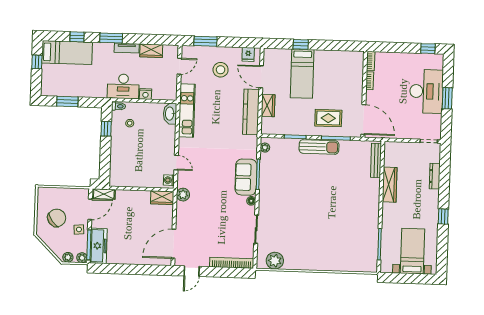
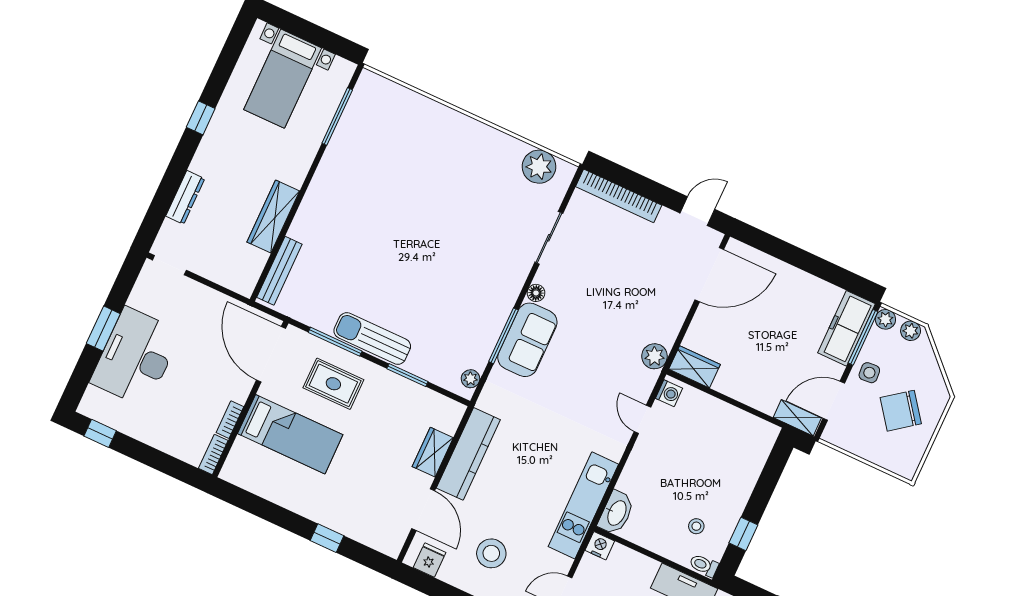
bed: (302, 74) -> (290, 434), moved, turned 90
nightstand: (145, 94) -> (600, 546), moved

